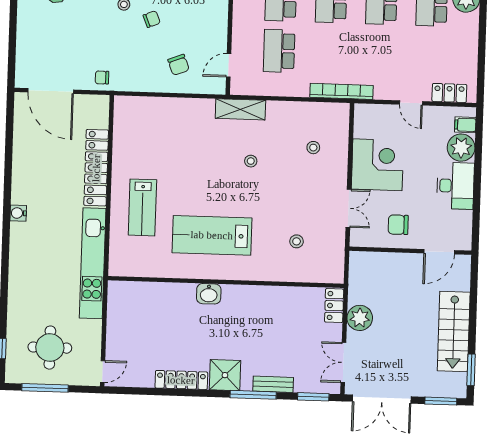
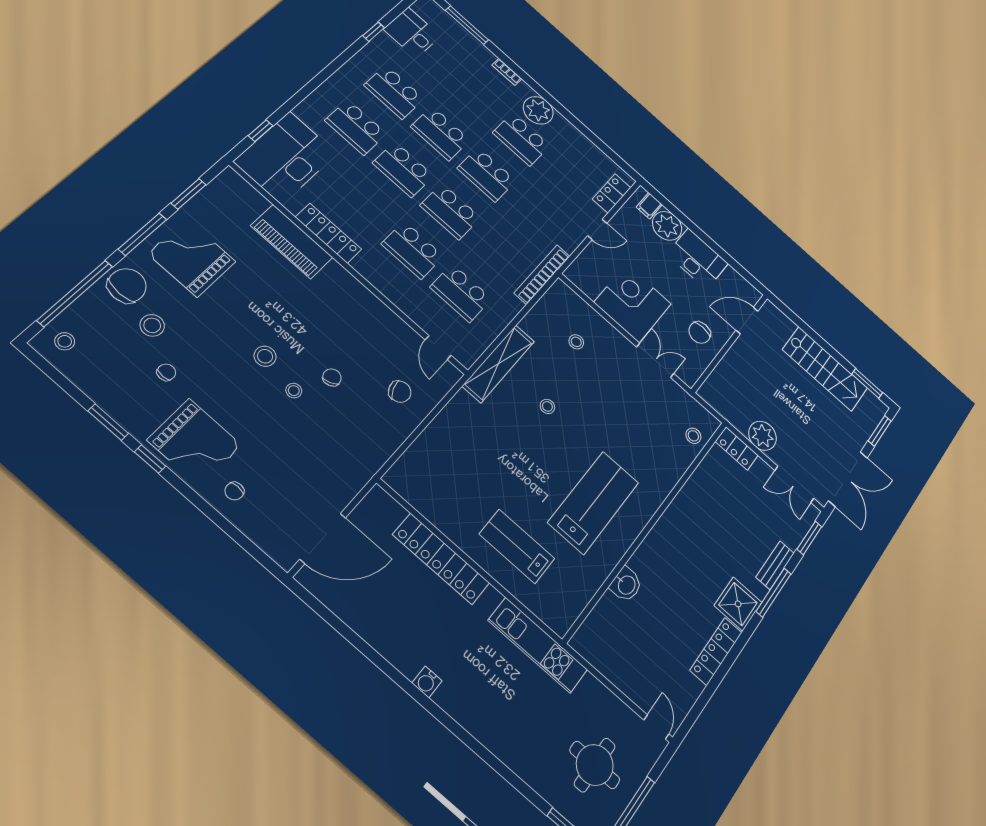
chair: (102, 78) -> (234, 491), moved
shelving: (240, 109) -> (499, 364), width x1.47
lab bench: (142, 207) -> (517, 546), turned 180
lab bench: (212, 235) -> (594, 502), turned 180
stool: (297, 241) -> (693, 436), moved
door: (439, 252) -> (747, 321), swing flipped
kitchen unit: (93, 263) -> (538, 645), width x0.73
washbasin: (209, 294) -> (626, 585), moved

